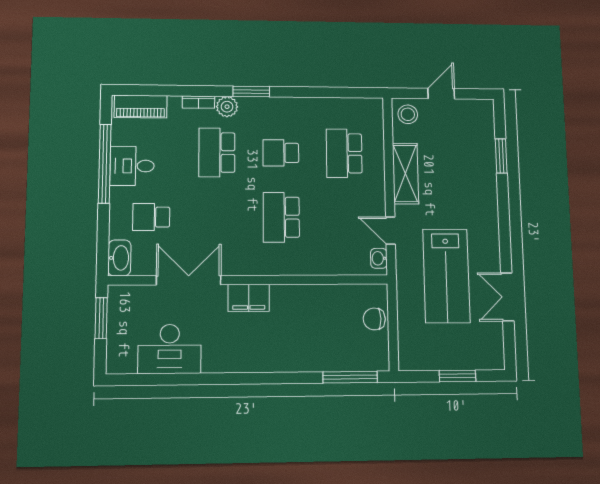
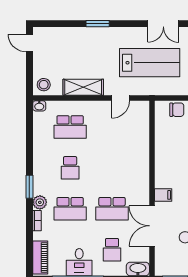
door: (441, 94) -> (29, 43), moved
window: (501, 156) -> (98, 24), moved
school desk: (281, 217) -> (112, 209), moved
washbasin: (379, 258) -> (39, 106), moved
filing cabinet: (249, 298) -> (163, 195), width x0.50
chair: (374, 319) -> (177, 110), turned -90

